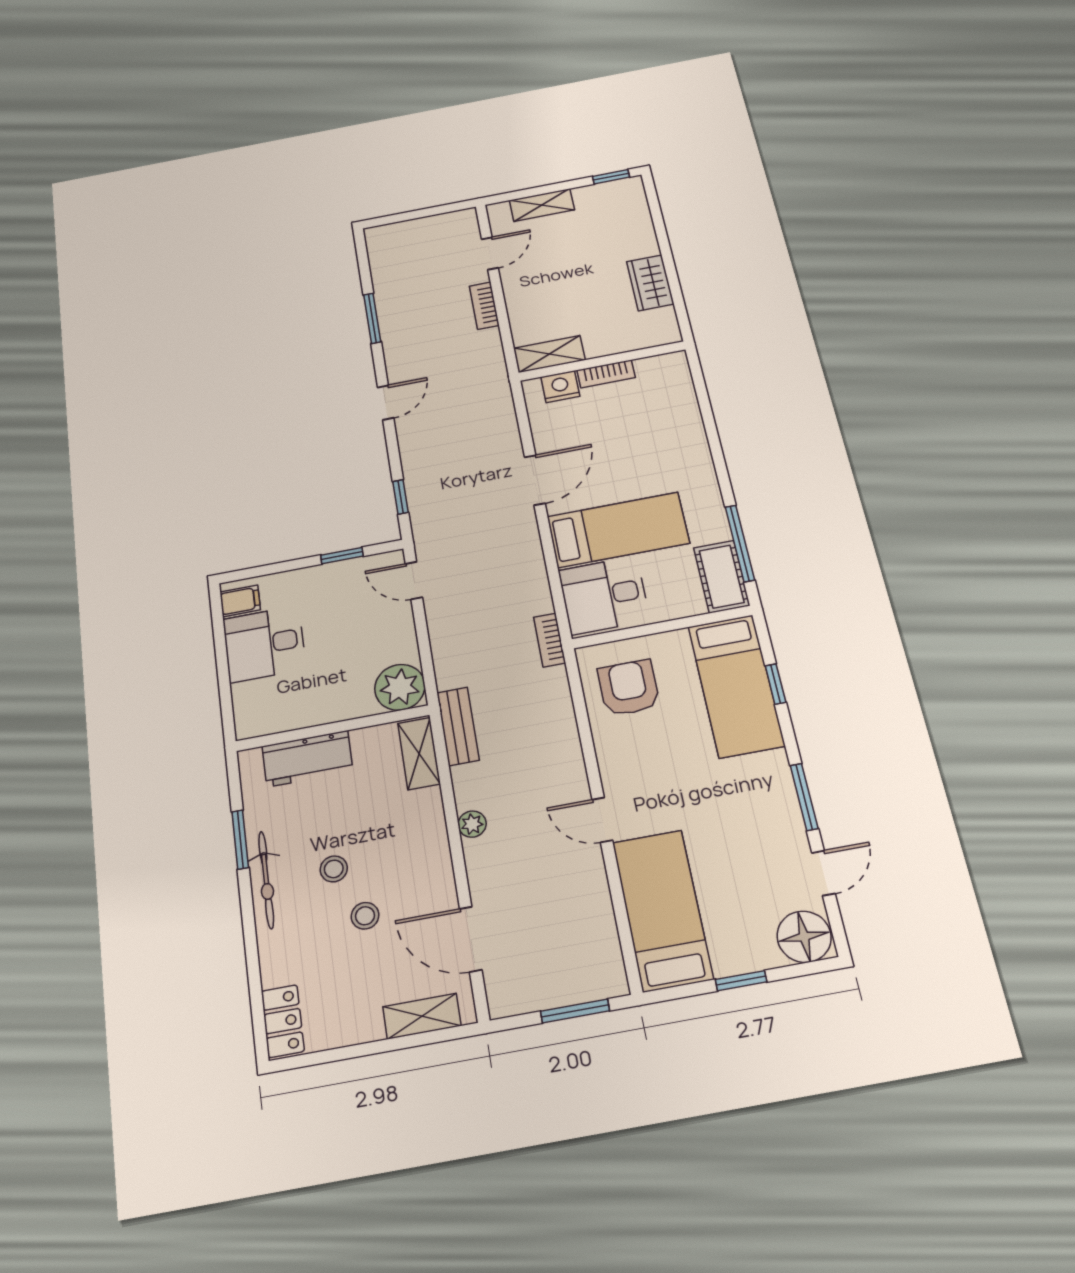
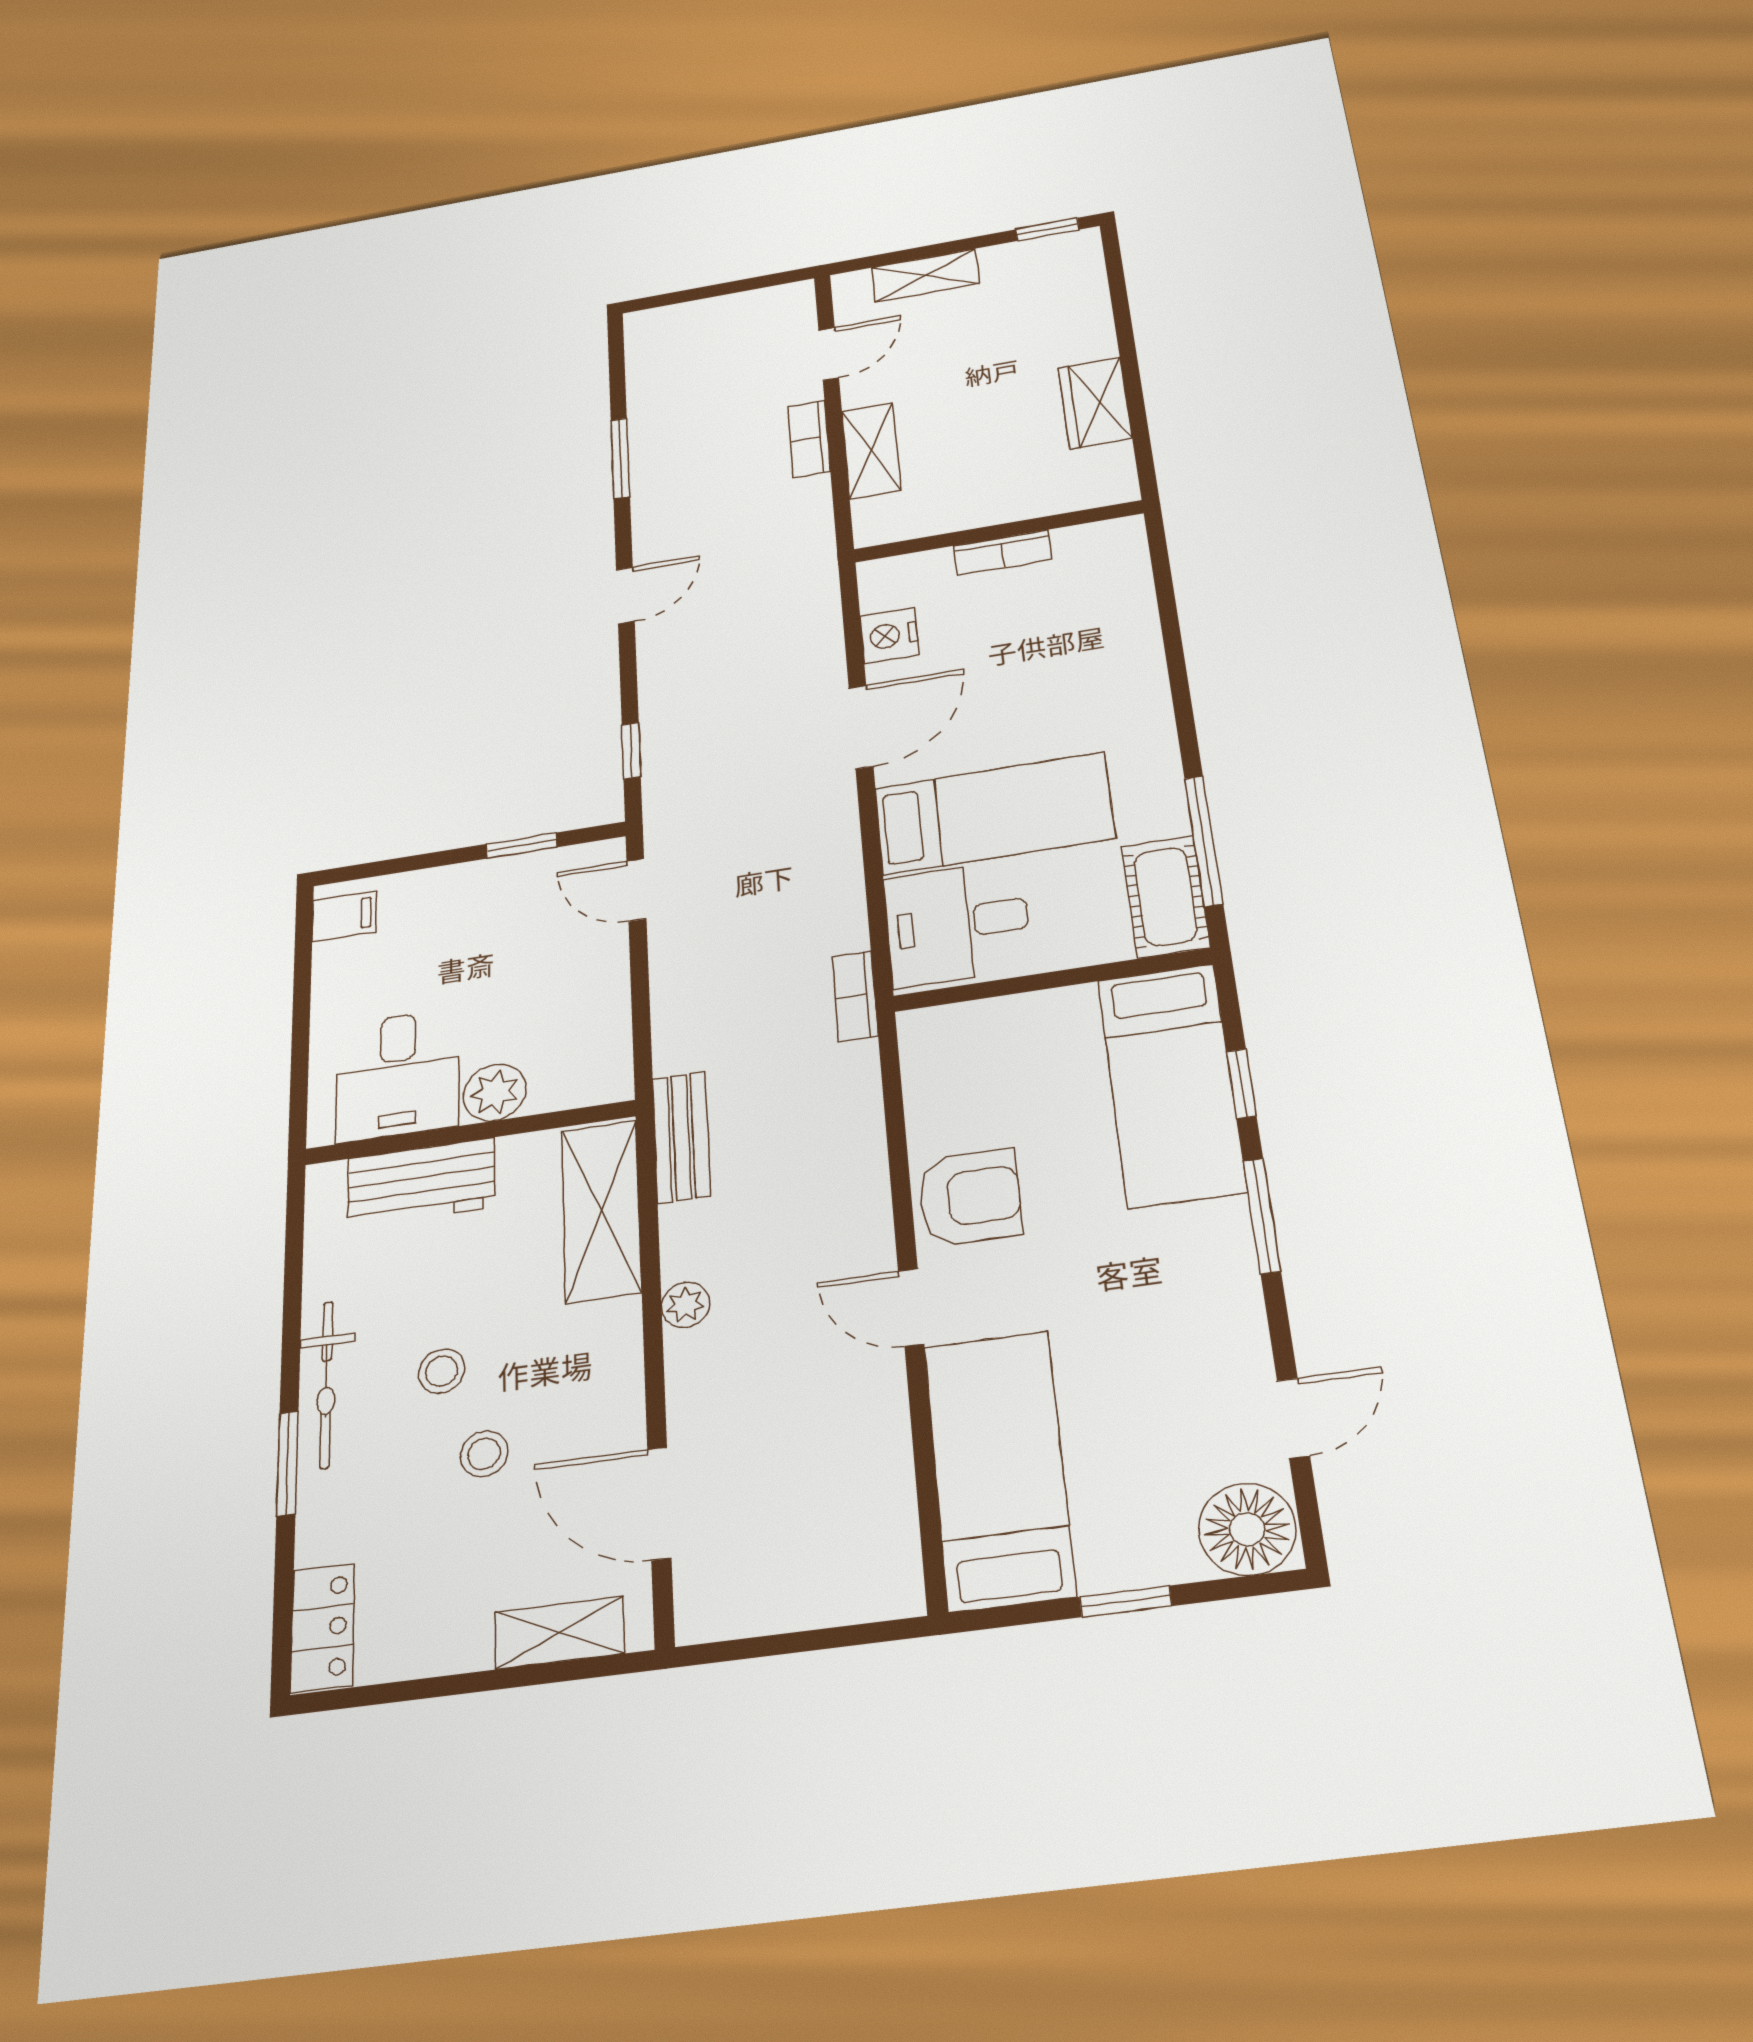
shelving: (549, 354) -> (871, 451), moved, turned 90
nightstand: (560, 387) -> (889, 636), moved, turned -90
desk: (264, 644) -> (398, 1075), moved, turned -90
plant: (400, 687) -> (495, 1093), moved, width x0.73, depth x0.73
armchair: (629, 688) -> (970, 1197), moved, turned 90
shelving: (419, 753) -> (601, 1211), width x1.50, depth x1.33
window: (804, 797) -> (1262, 1216), moved
window: (240, 840) -> (287, 1463), moved
window: (575, 1011) -> (826, 1639), removed

